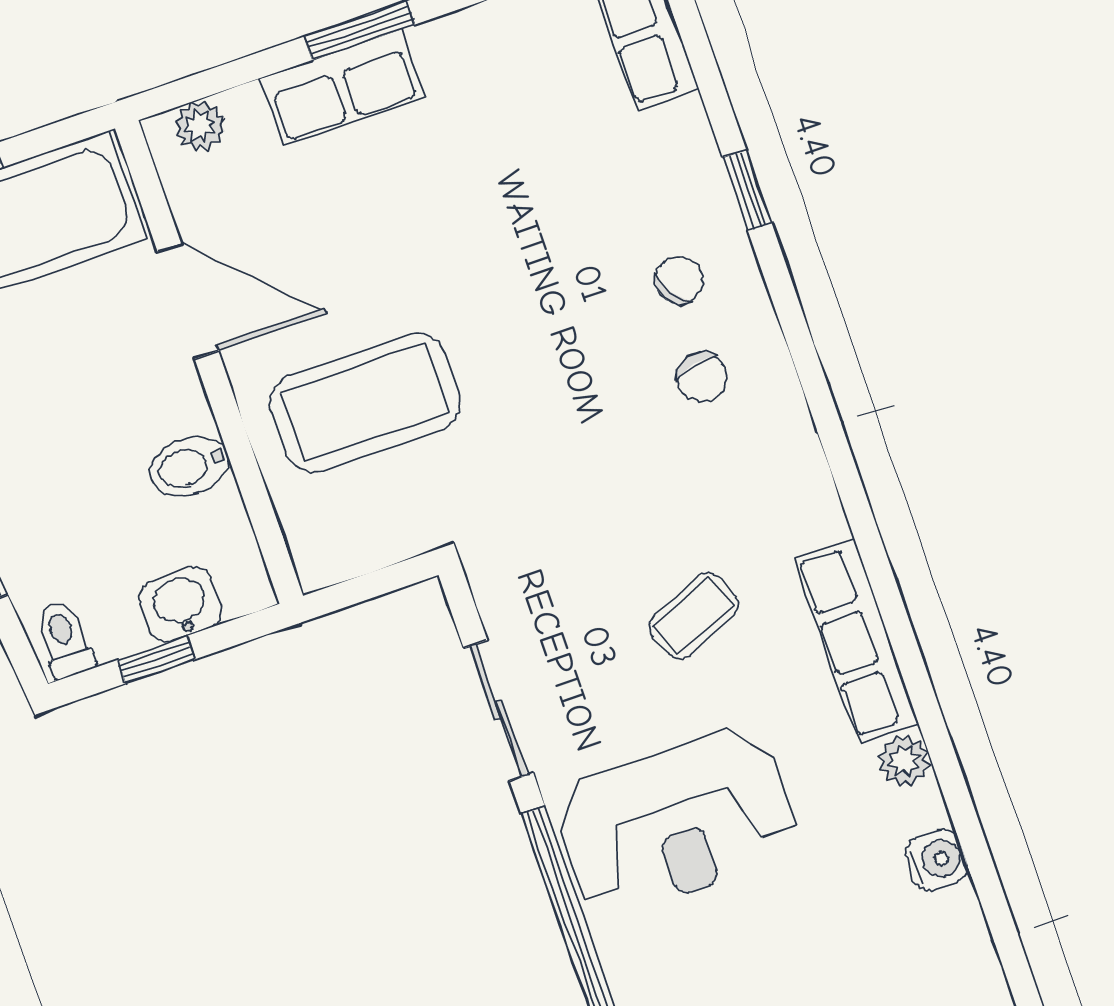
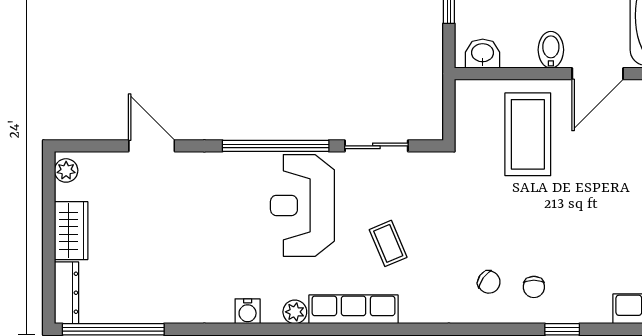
chair: (679, 280) -> (534, 287), turned 35
chair: (701, 377) -> (489, 282), turned -132
bidet: (189, 466) -> (551, 50), moved
washbasin: (181, 604) -> (483, 54), moved, turned -90

